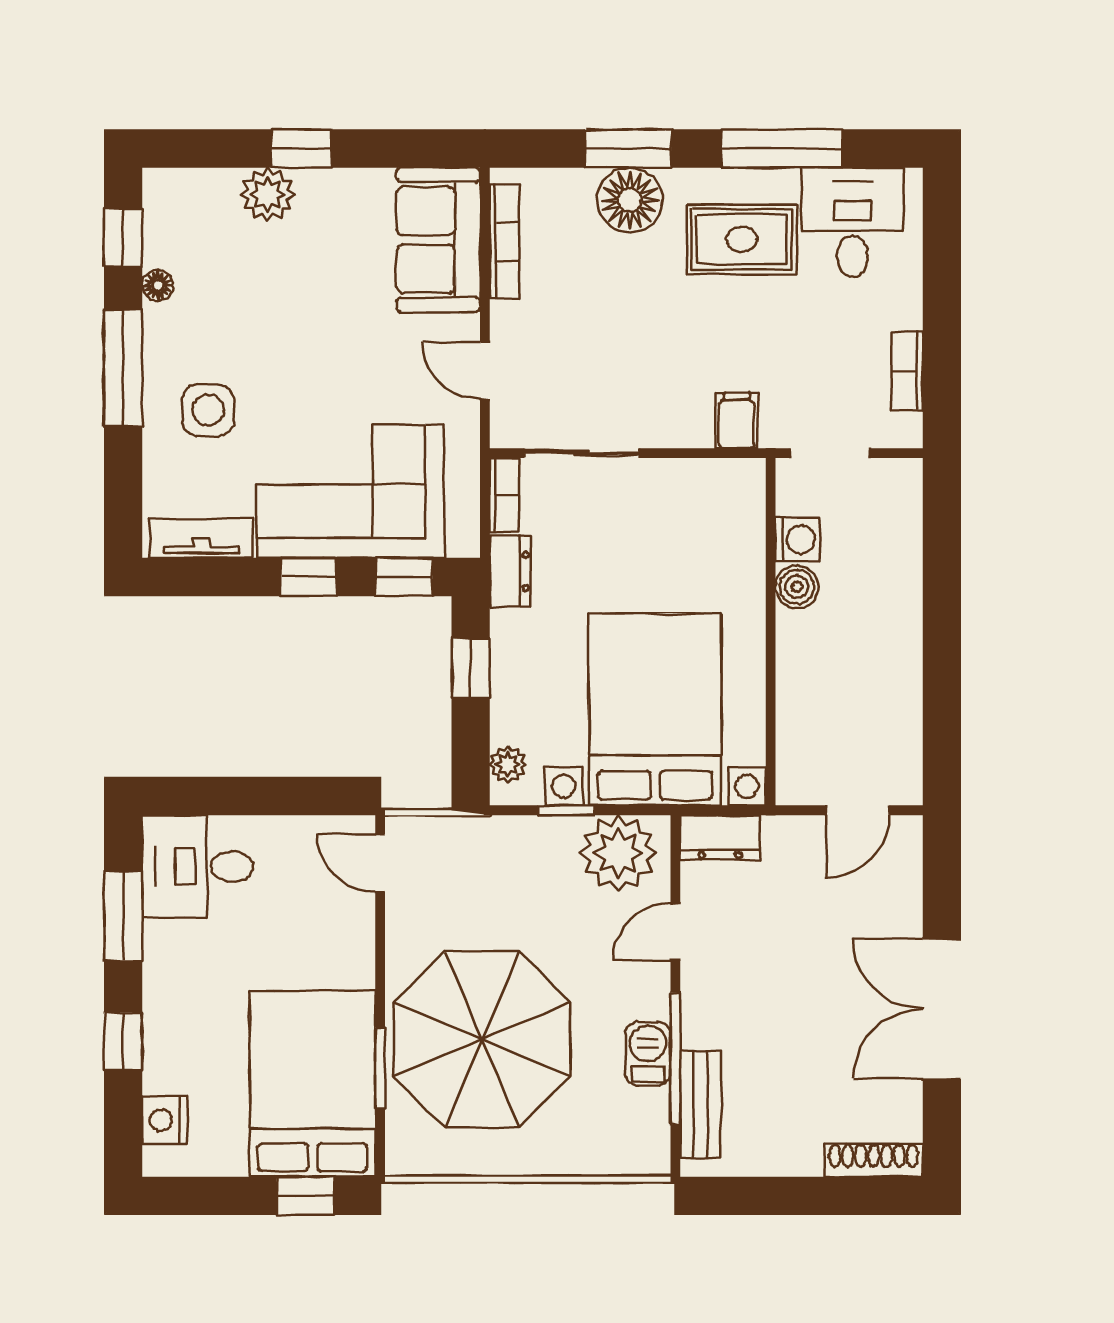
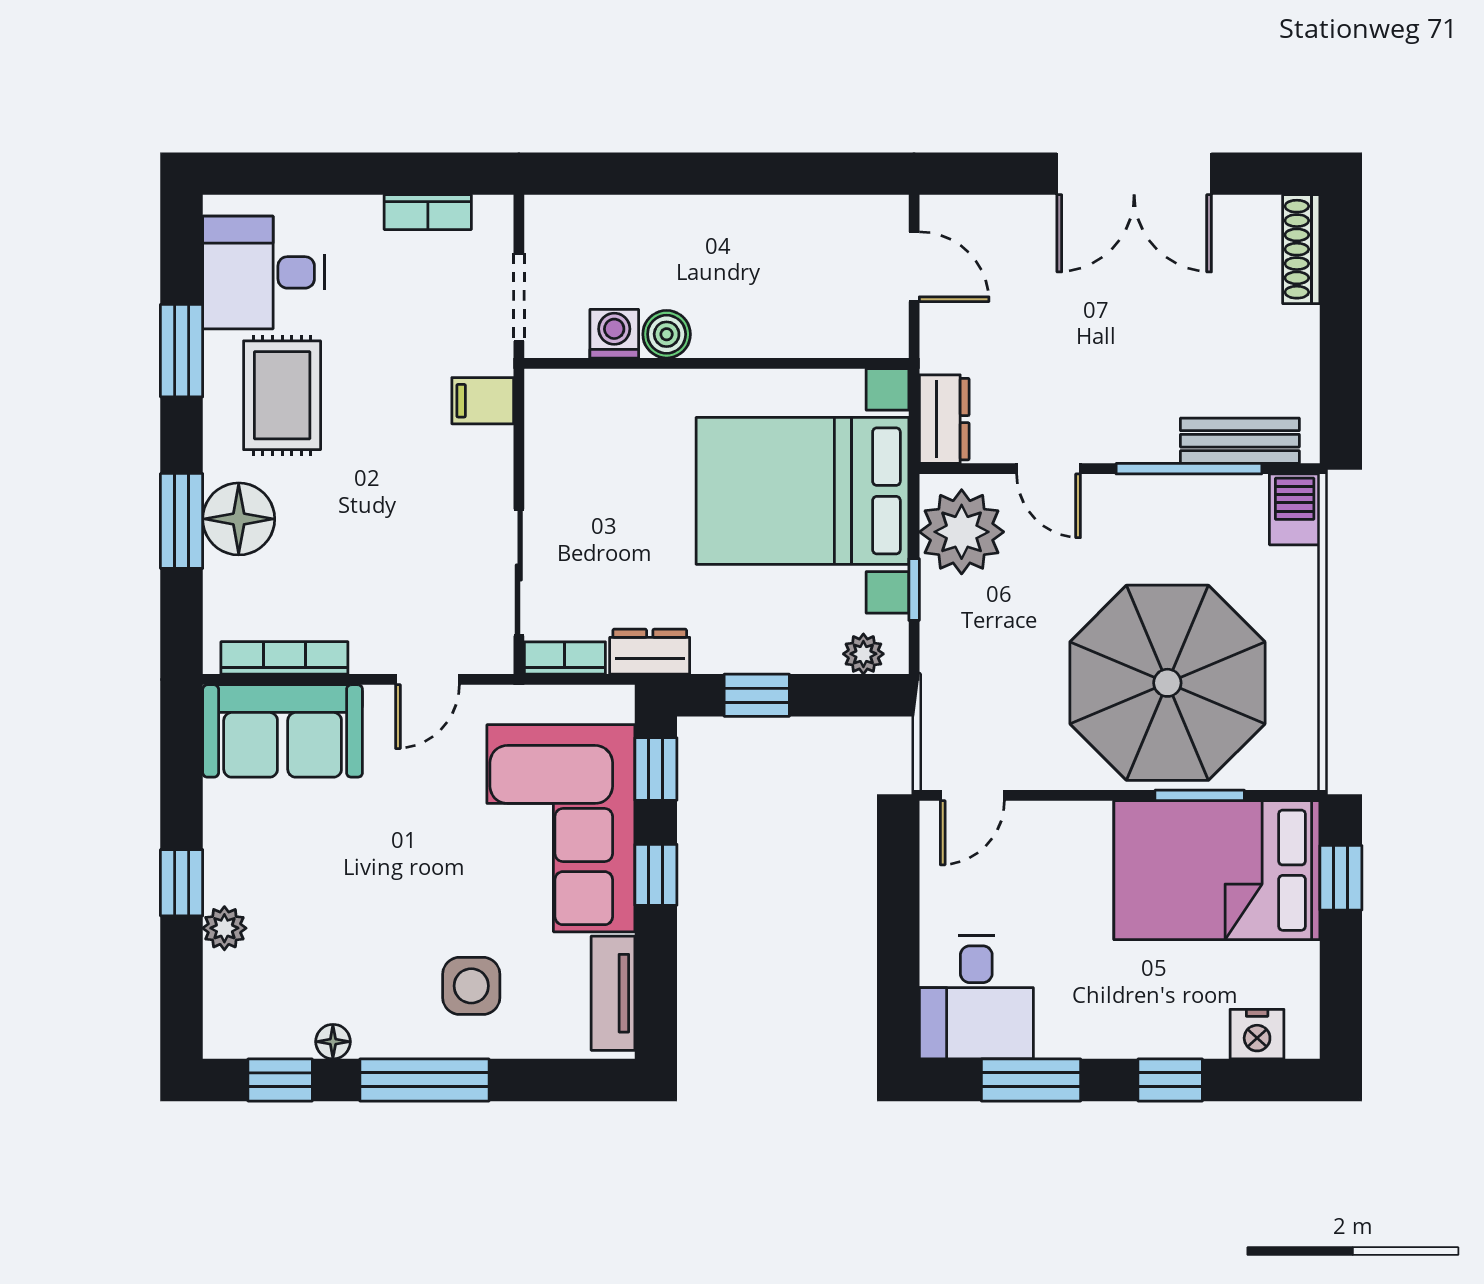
window: (782, 149) -> (182, 351), width x0.69
plant: (268, 195) -> (224, 928), width x0.73, depth x0.73
barbecue: (648, 1054) -> (1295, 509), moved, turned 90

